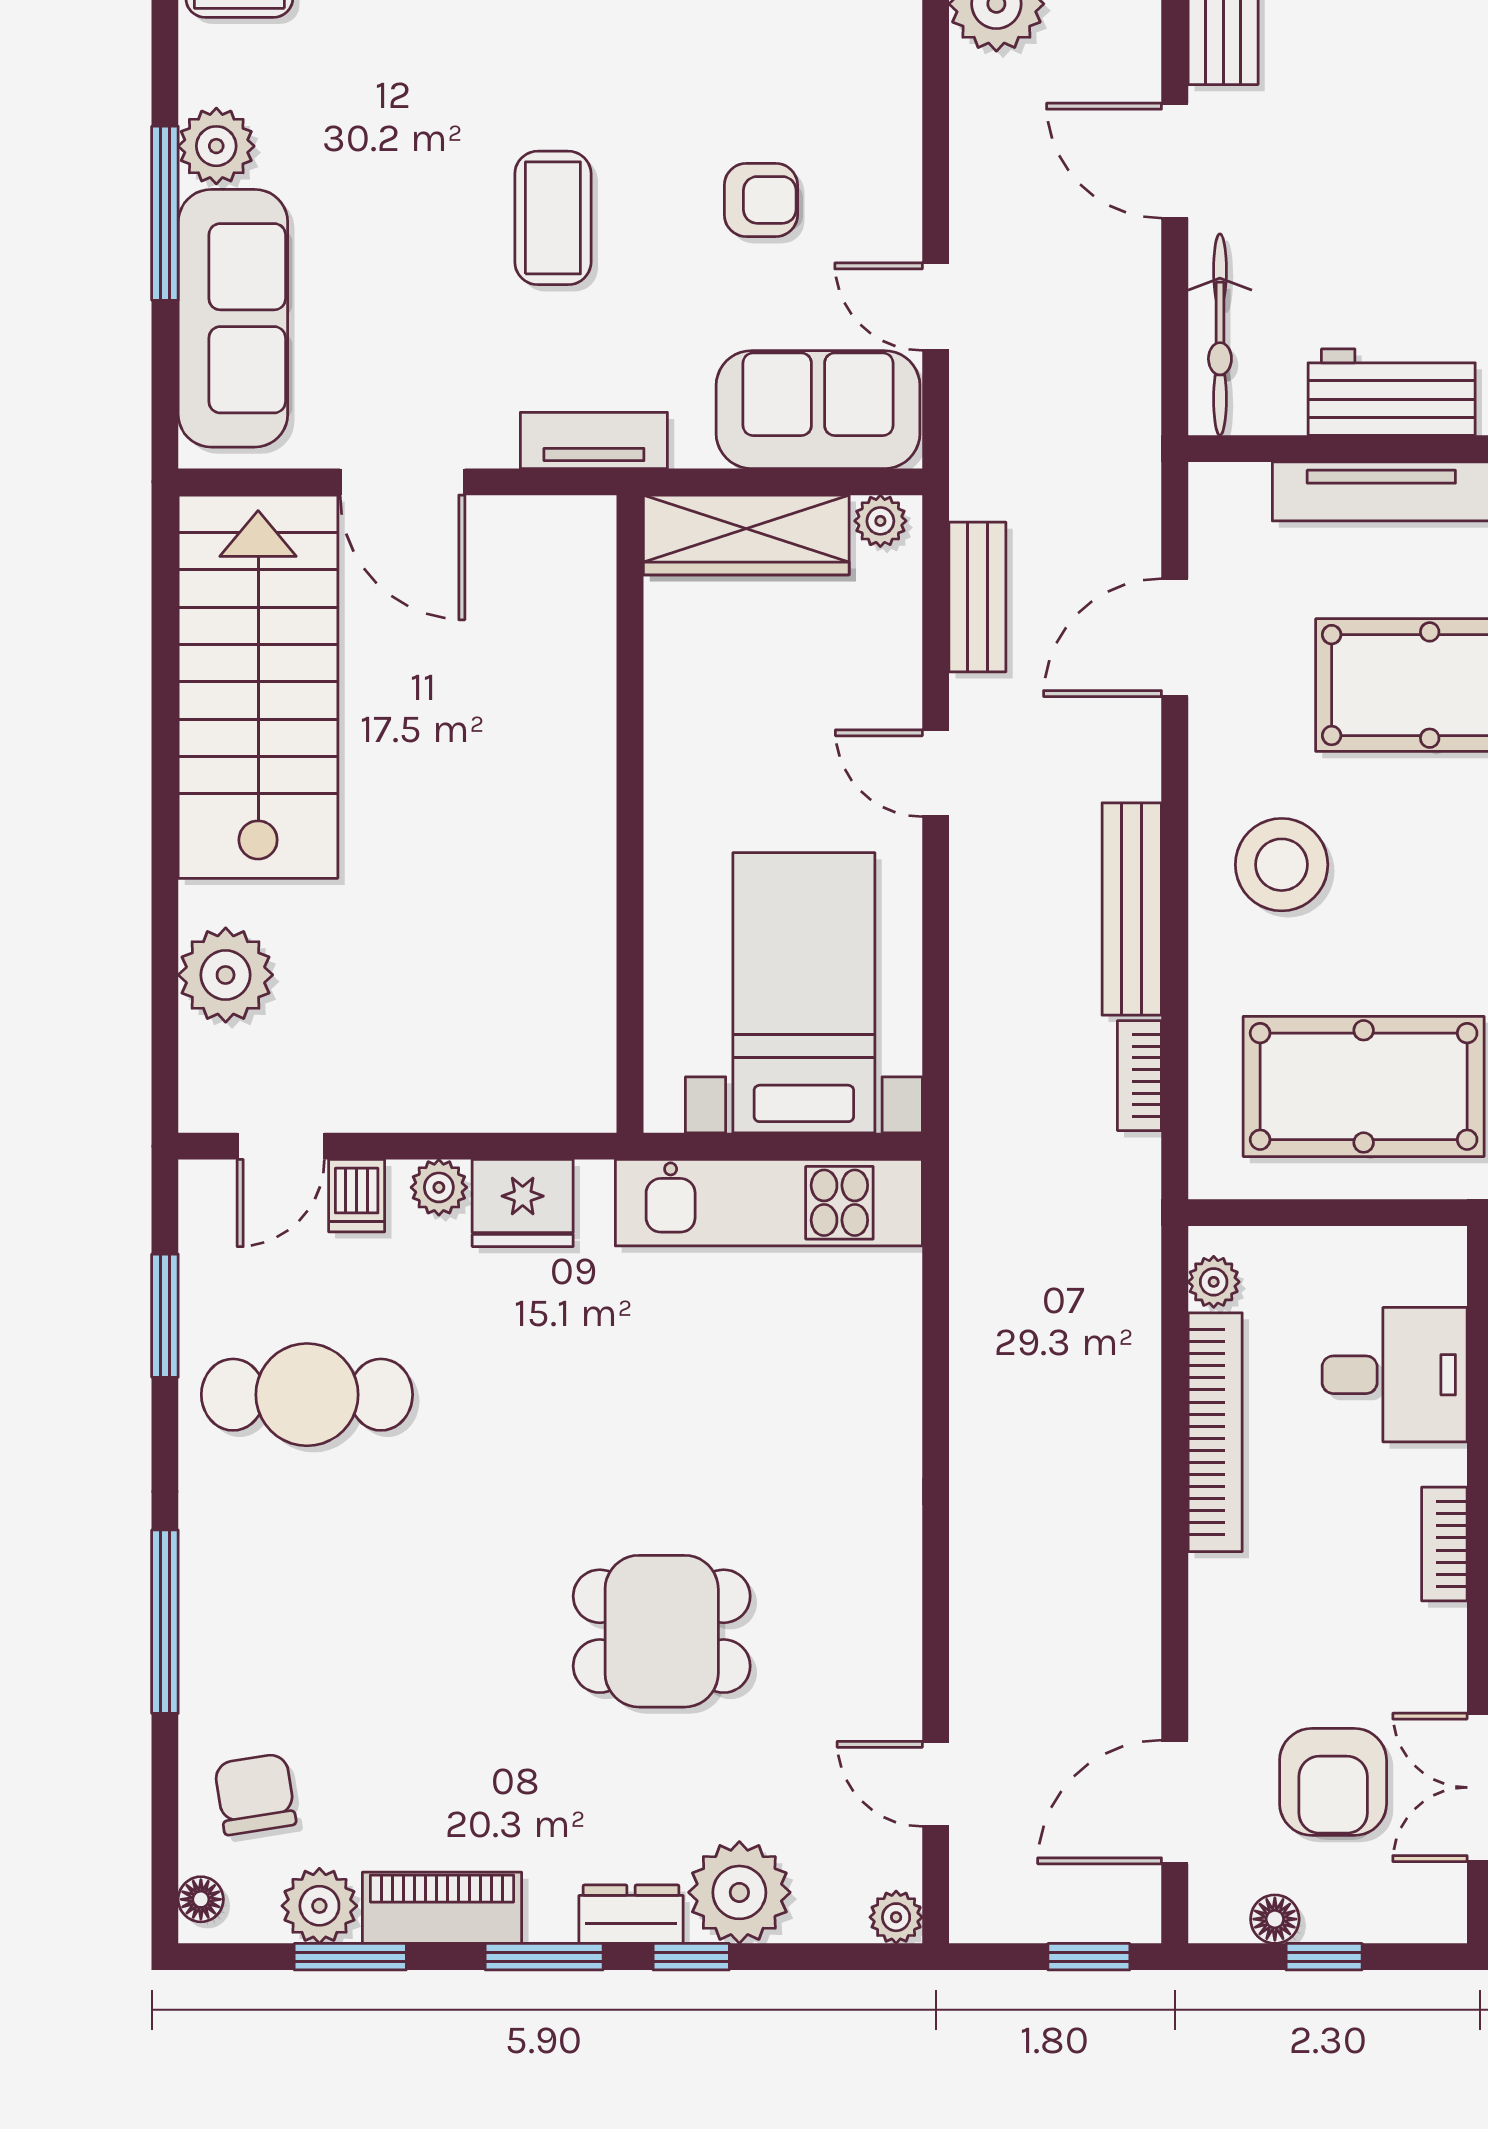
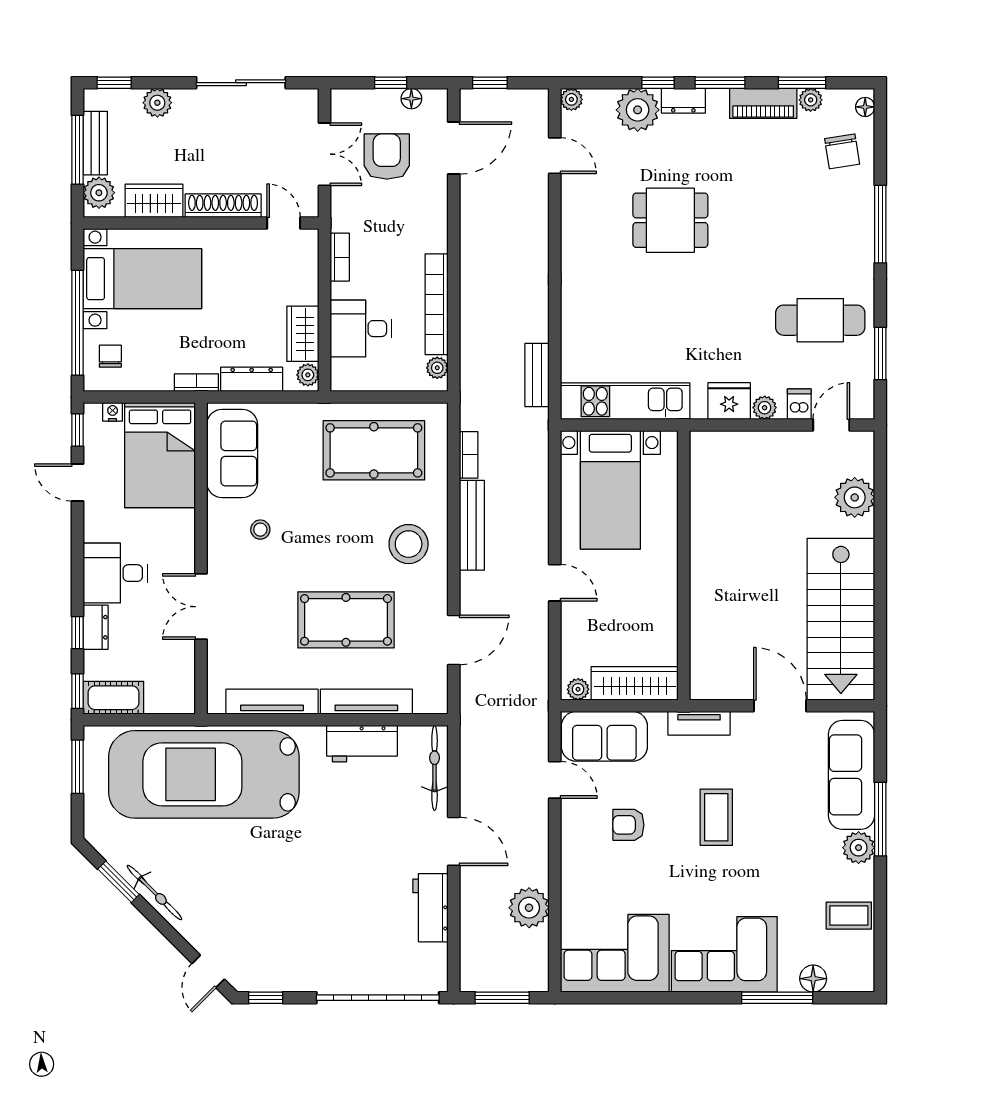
bench: (977, 597) -> (537, 375), moved
plant: (319, 1906) -> (811, 100), width x0.73, depth x0.73

